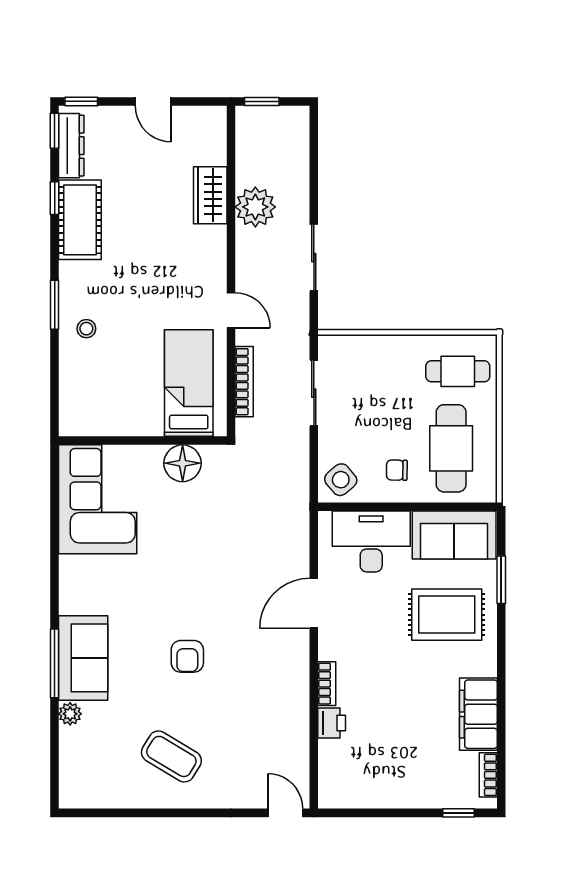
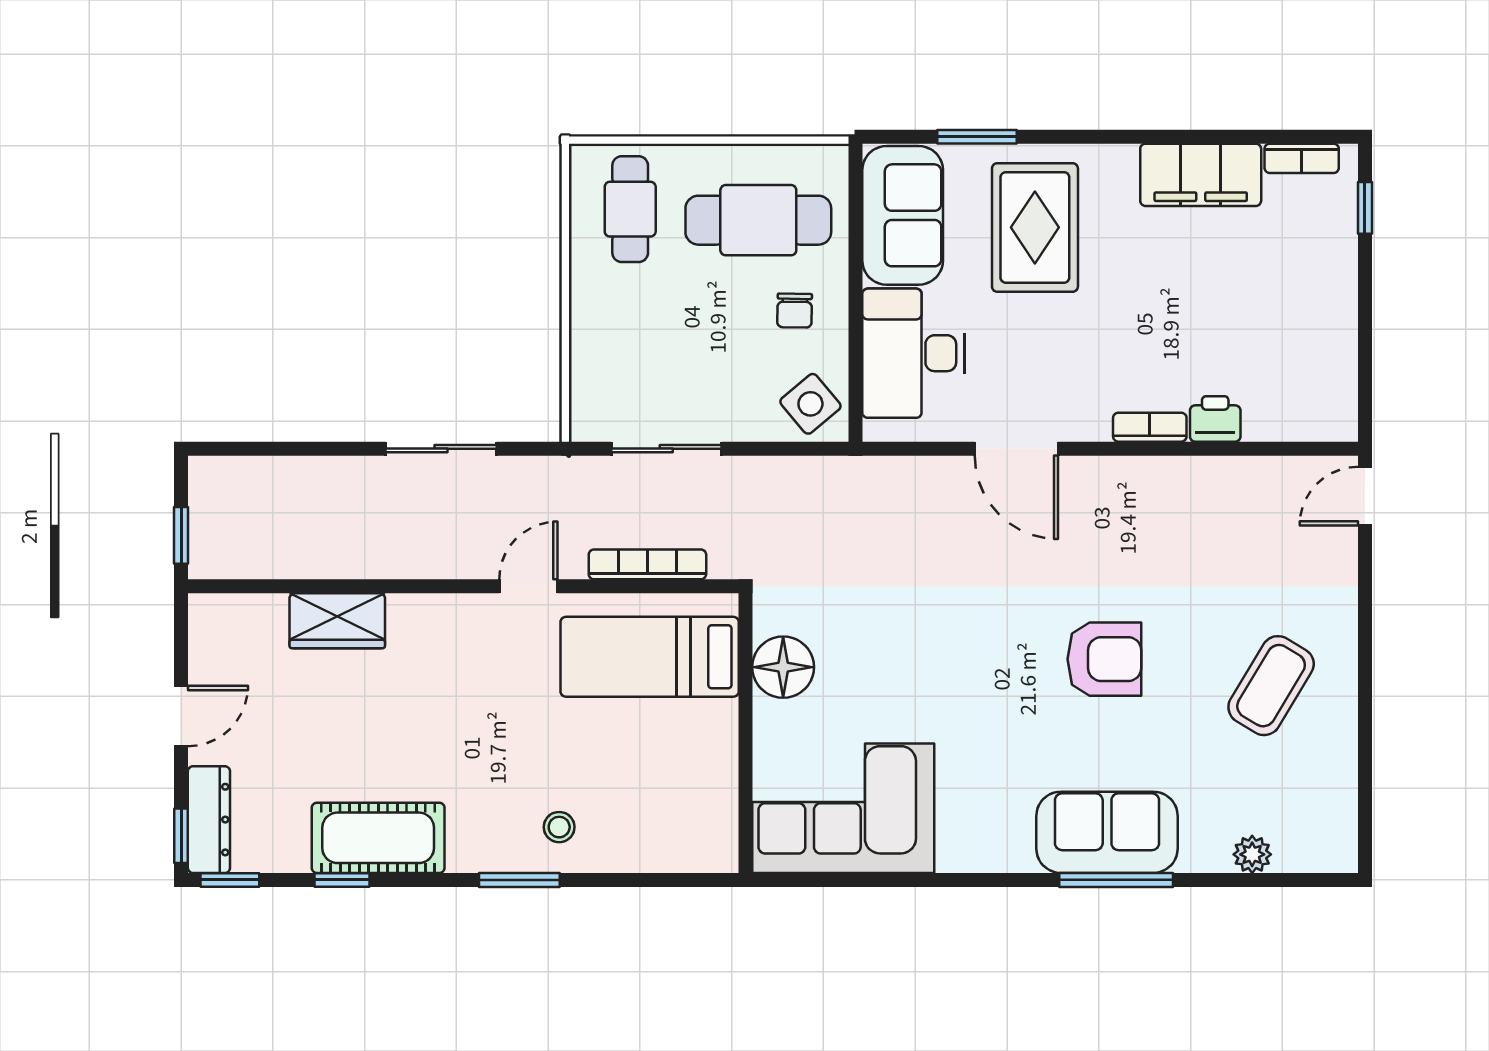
dresser: (71, 146) -> (209, 820), moved, turned 90
plant: (255, 207) -> (357, 546), removed
armchair: (187, 656) -> (1104, 659), width x1.38, depth x1.38
plant: (70, 714) -> (1252, 854), moved

